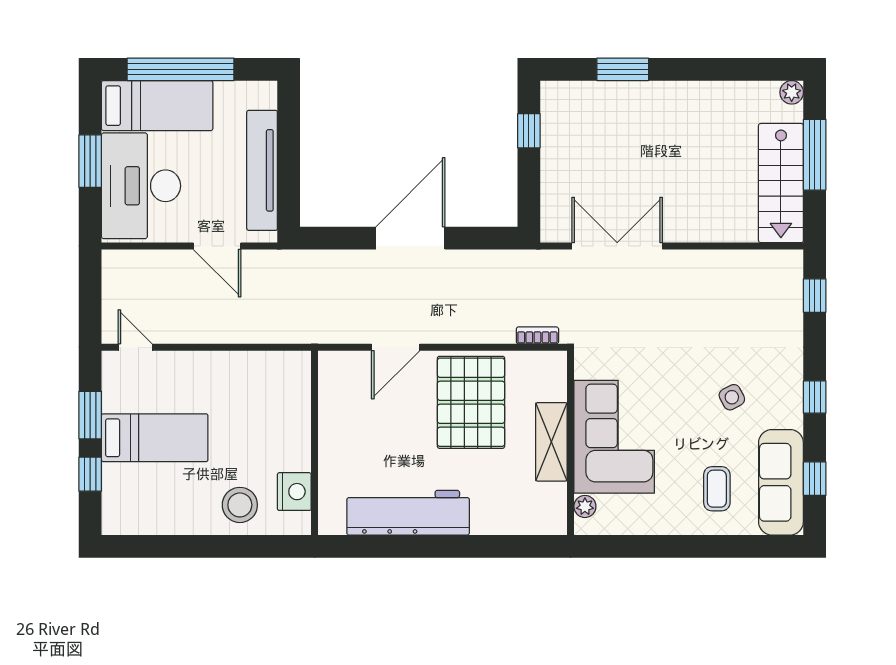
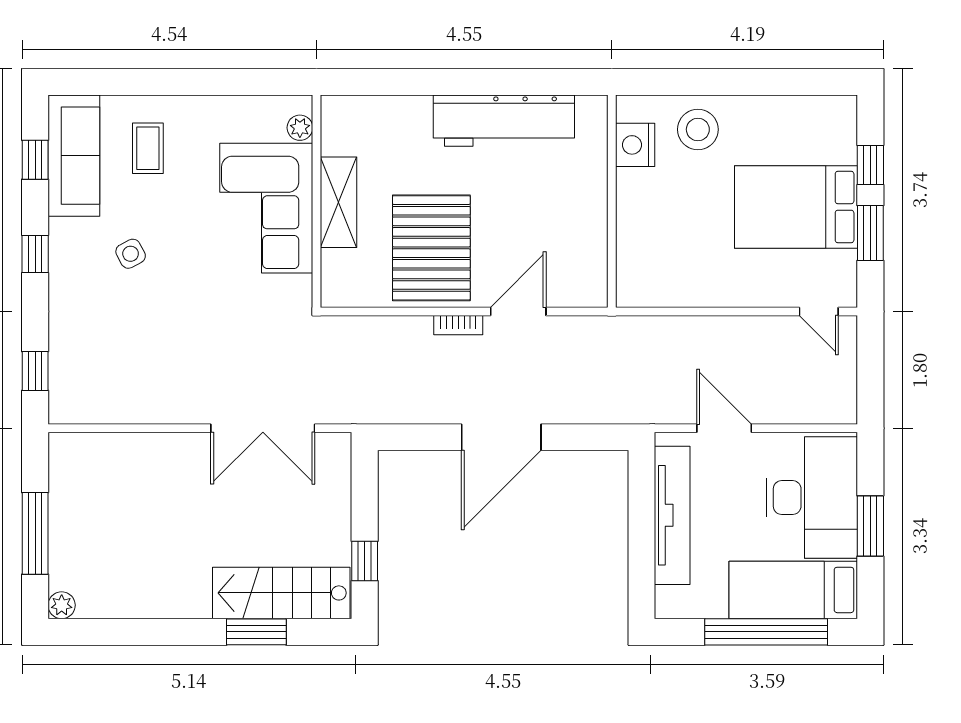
stairs: (781, 183) -> (281, 593), moved, turned -90
bookcase: (537, 335) -> (458, 325), moved
bed: (155, 438) -> (796, 207), width x1.50

